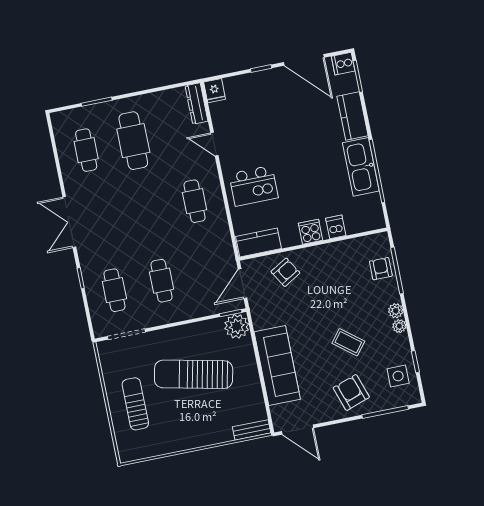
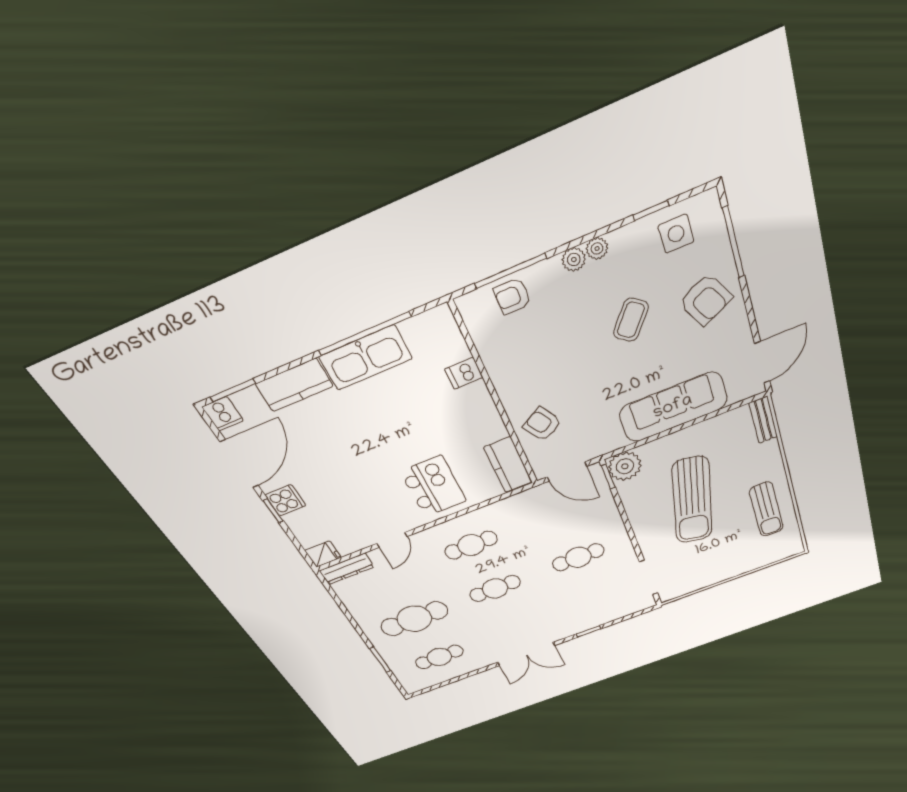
cooker: (311, 232) -> (285, 500), moved, turned 180
cafe table: (114, 290) -> (495, 588), moved
armchair: (351, 392) -> (706, 300), turned -98
sun lounger: (135, 404) -> (766, 509), moved, turned -90

